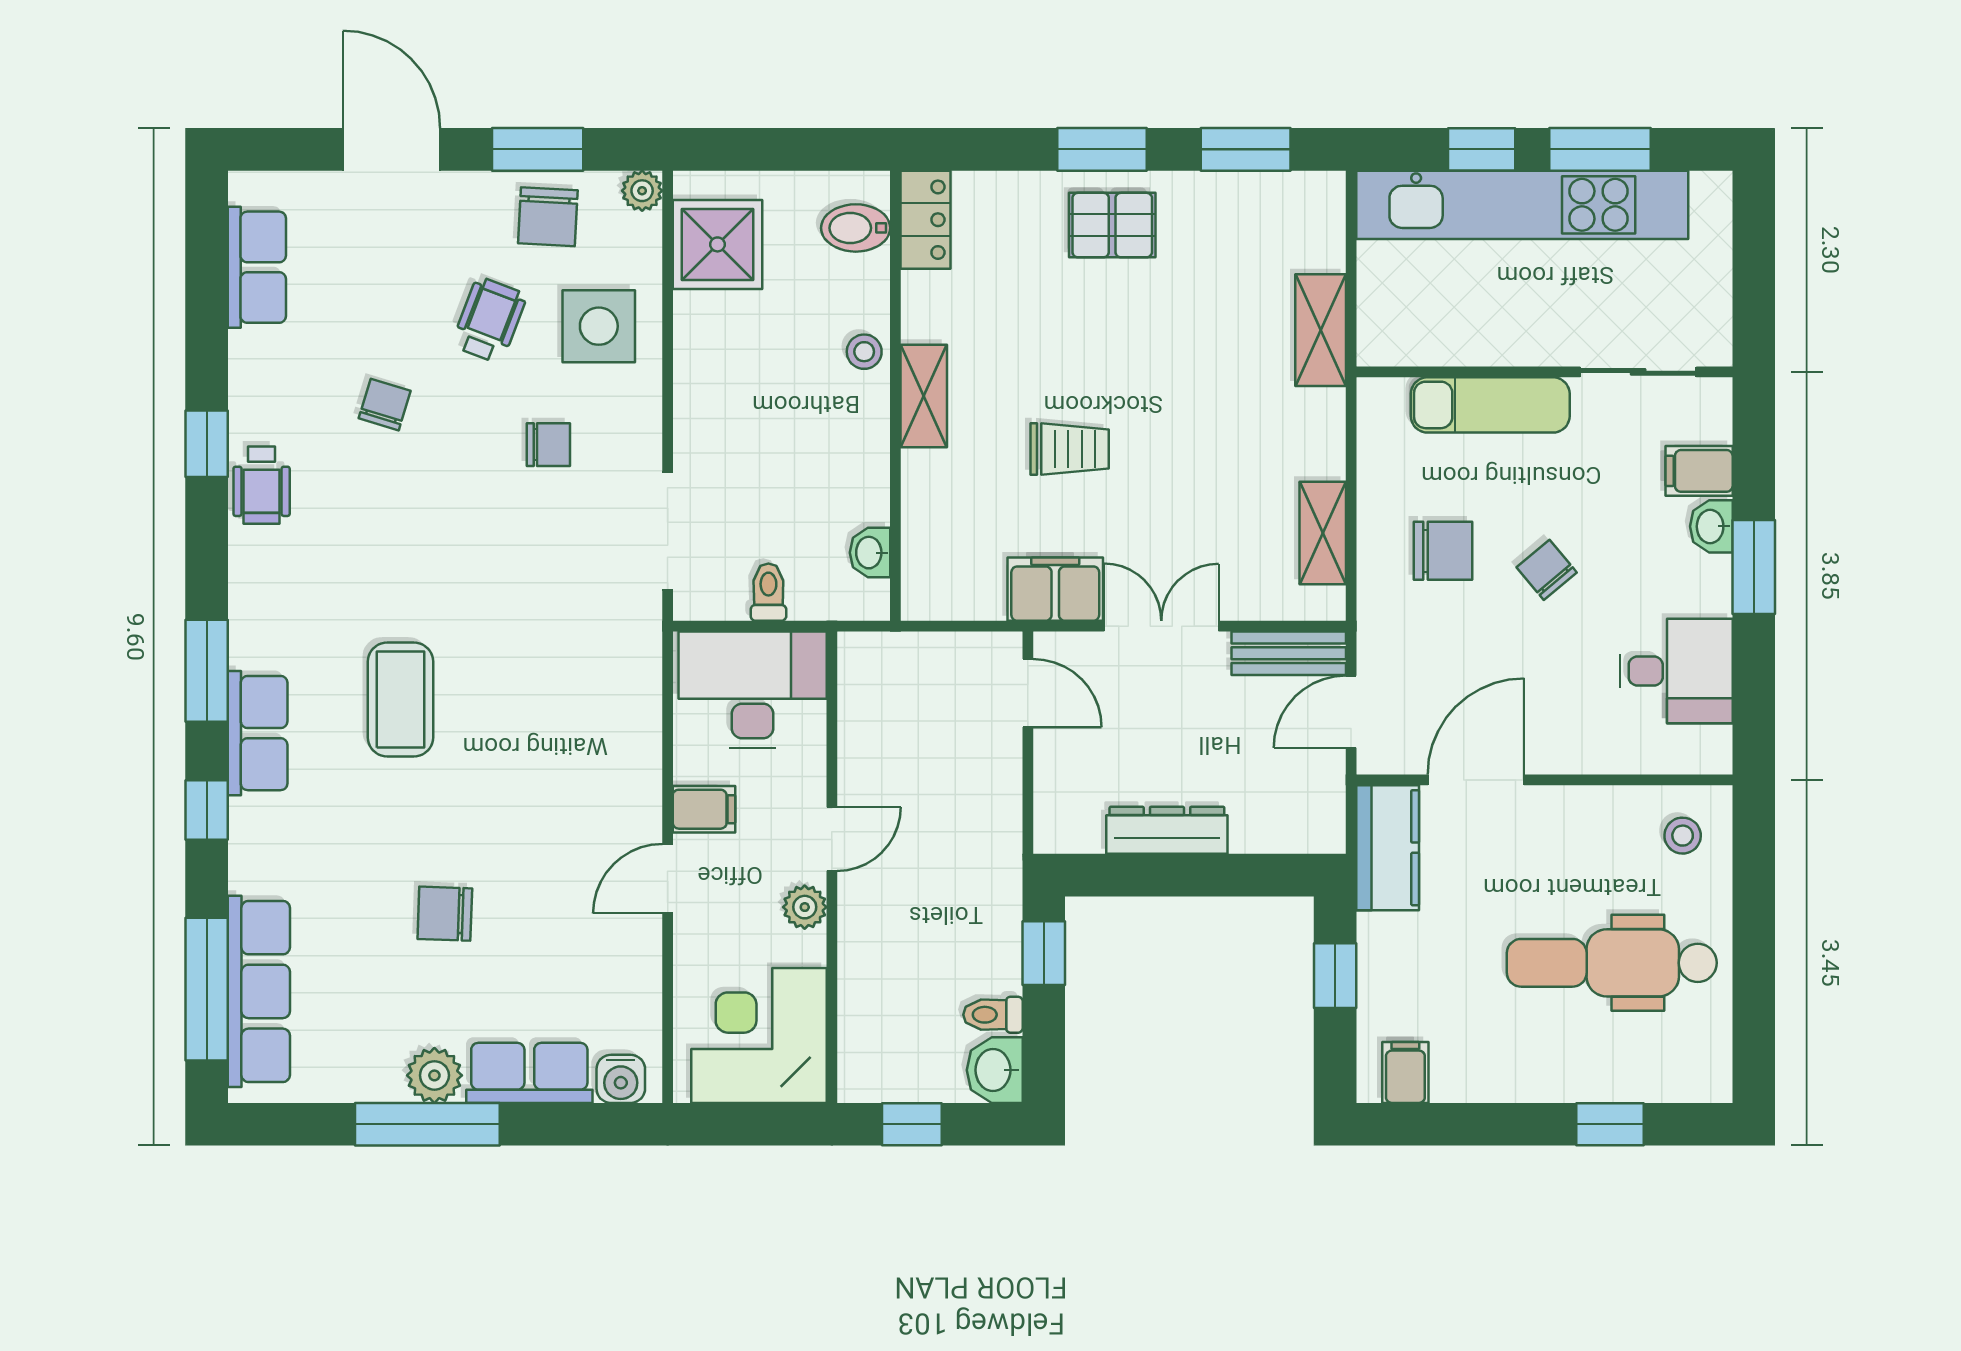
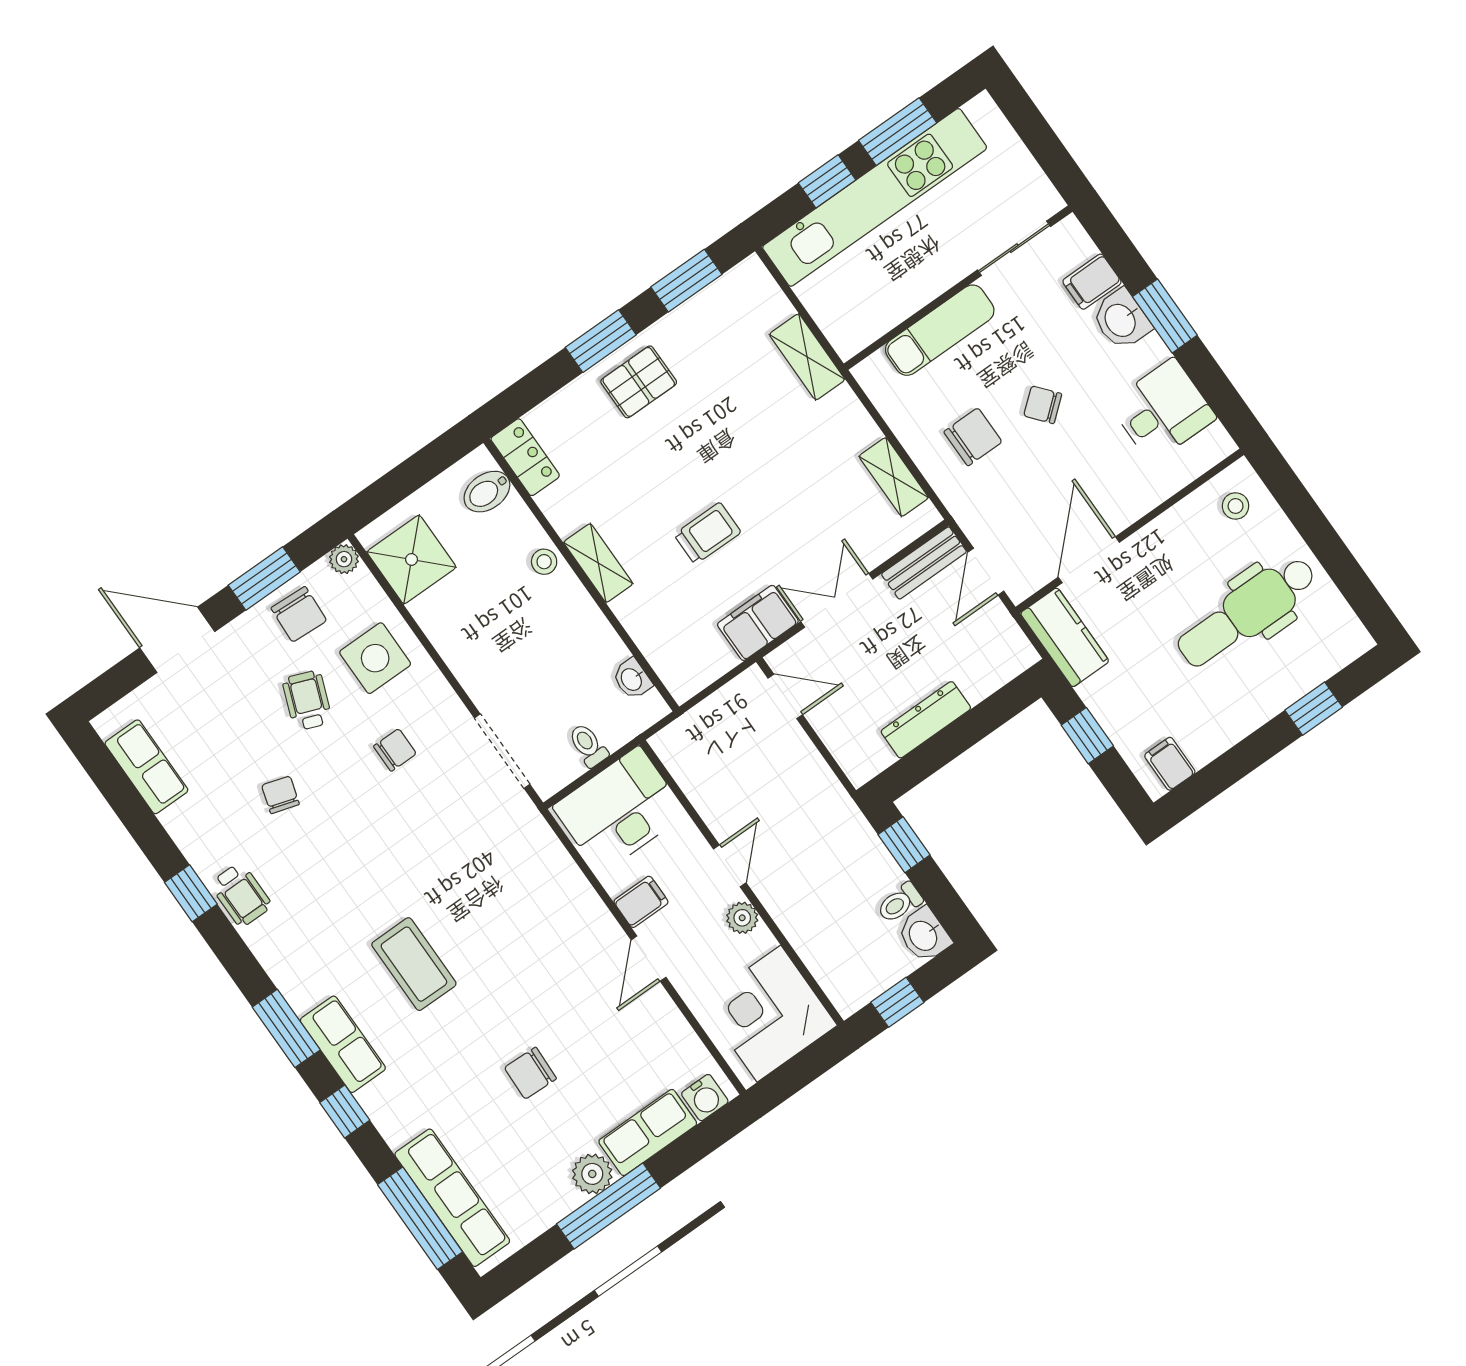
washbasin: (1711, 526) -> (1121, 320), width x1.38, depth x1.45

